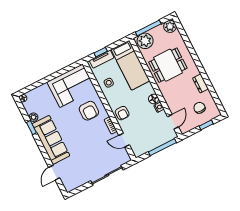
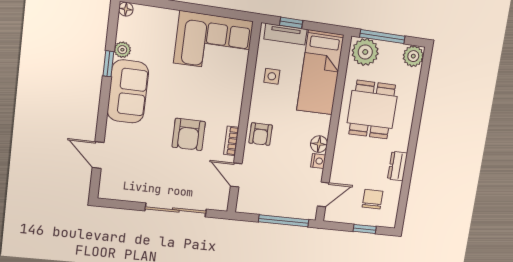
dining table: (168, 65) -> (372, 110), turned 90
armchair: (89, 111) -> (189, 134), moved
sofa: (51, 140) -> (128, 91), width x0.73
door: (54, 173) -> (98, 155), hinge flipped

